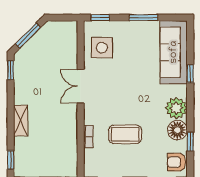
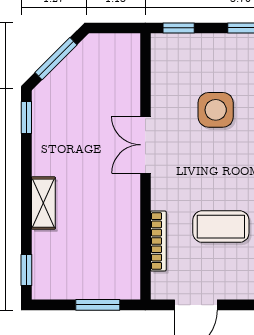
side table: (102, 48) -> (216, 110), moved
bookcase: (88, 137) -> (158, 241), width x1.56

